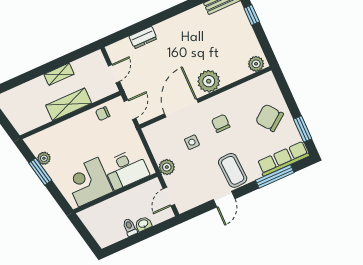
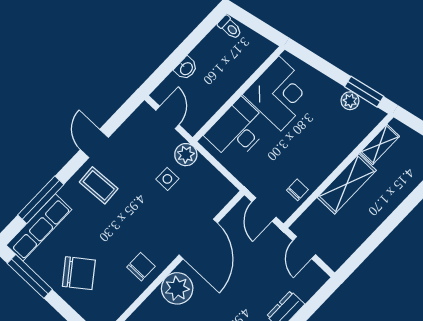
shelving: (59, 74) -> (380, 144), moved
chair: (221, 123) -> (141, 267), moved, turned -90
window: (303, 129) -> (30, 276), width x1.44
side table: (192, 142) -> (167, 179), moved
coffee table: (233, 170) -> (99, 185), width x0.73, depth x0.77
window: (40, 172) -> (364, 92), moved
toilet: (130, 227) -> (230, 27), moved

